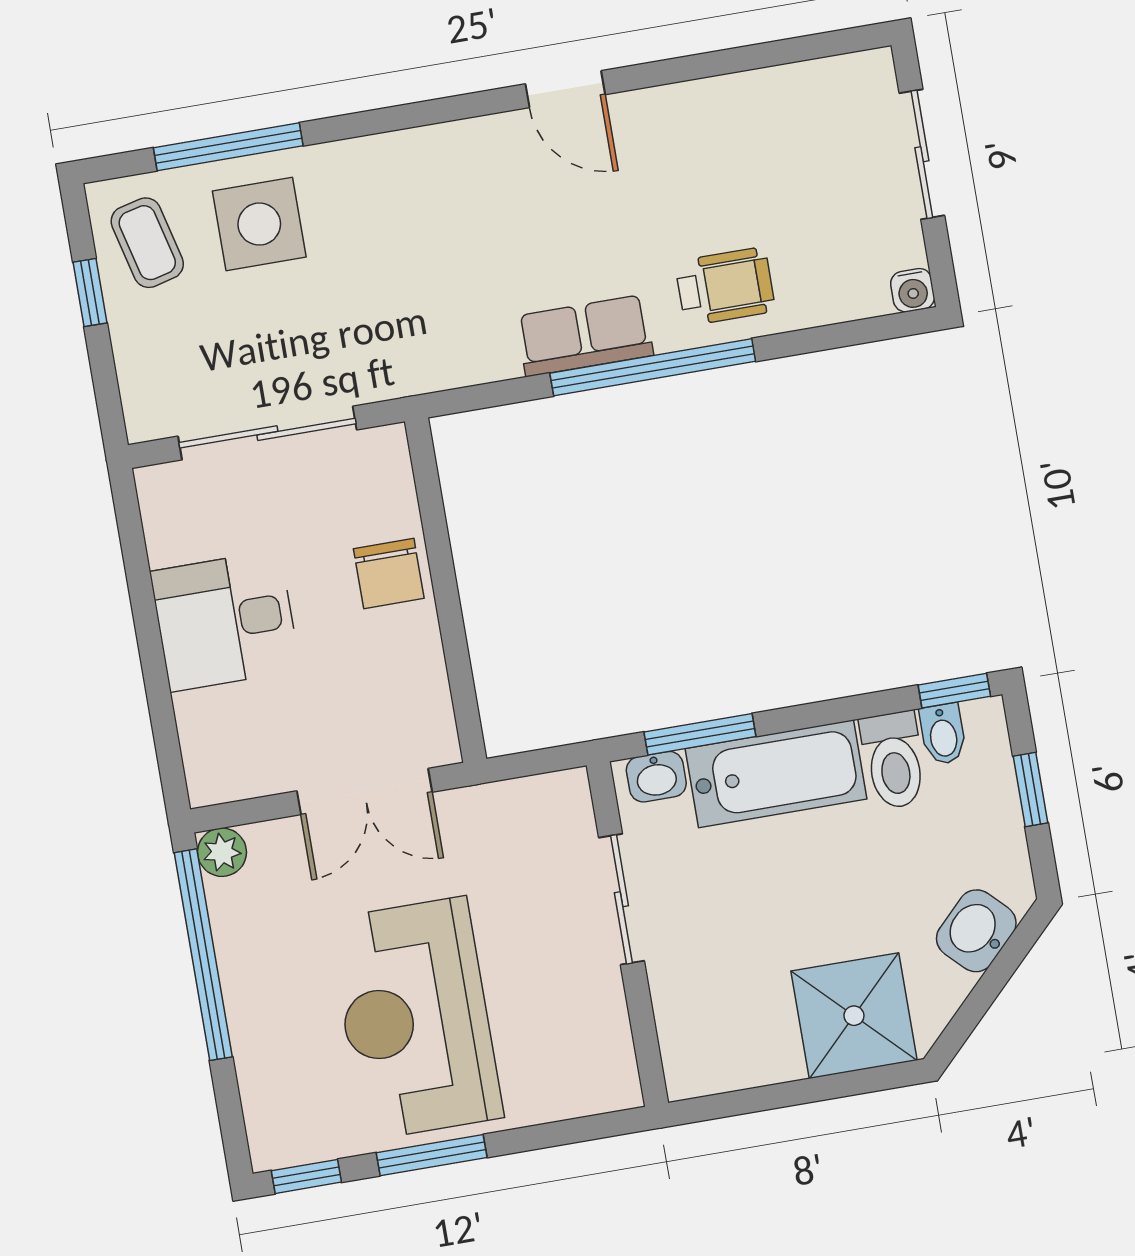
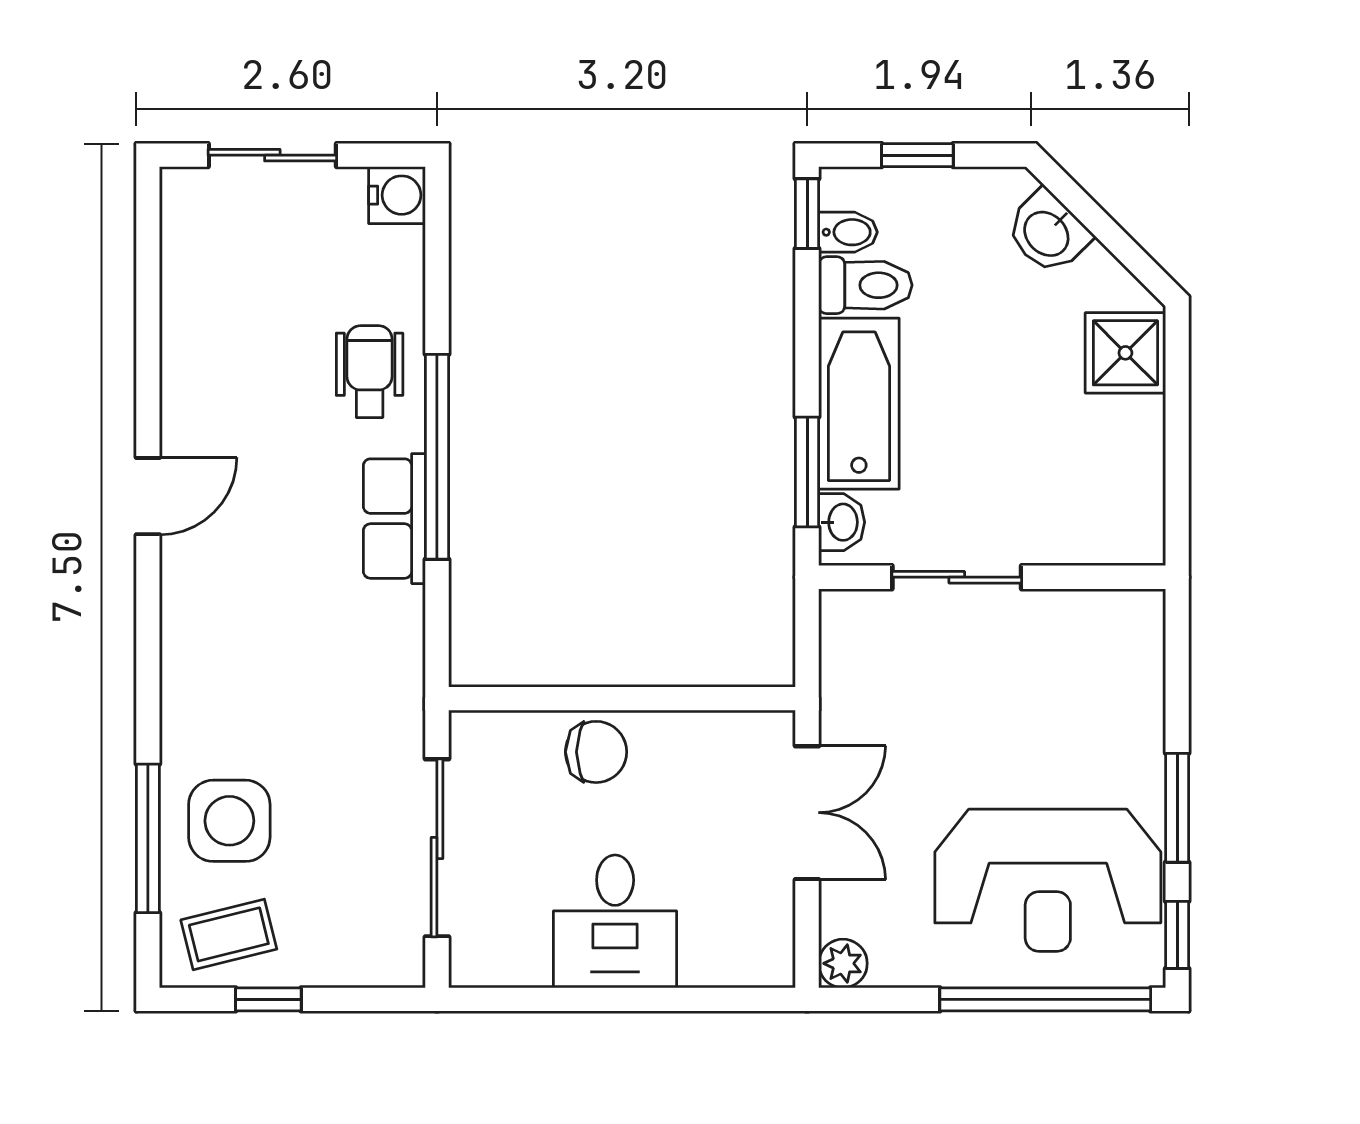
water cooler: (913, 290) -> (397, 195), width x1.38, depth x1.38
window: (203, 955) -> (1045, 999), moved
shower: (854, 1016) -> (1125, 353), width x0.73, depth x0.73
reception desk: (416, 1018) -> (1048, 880), moved

